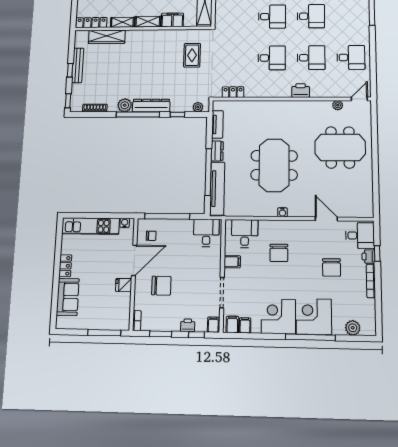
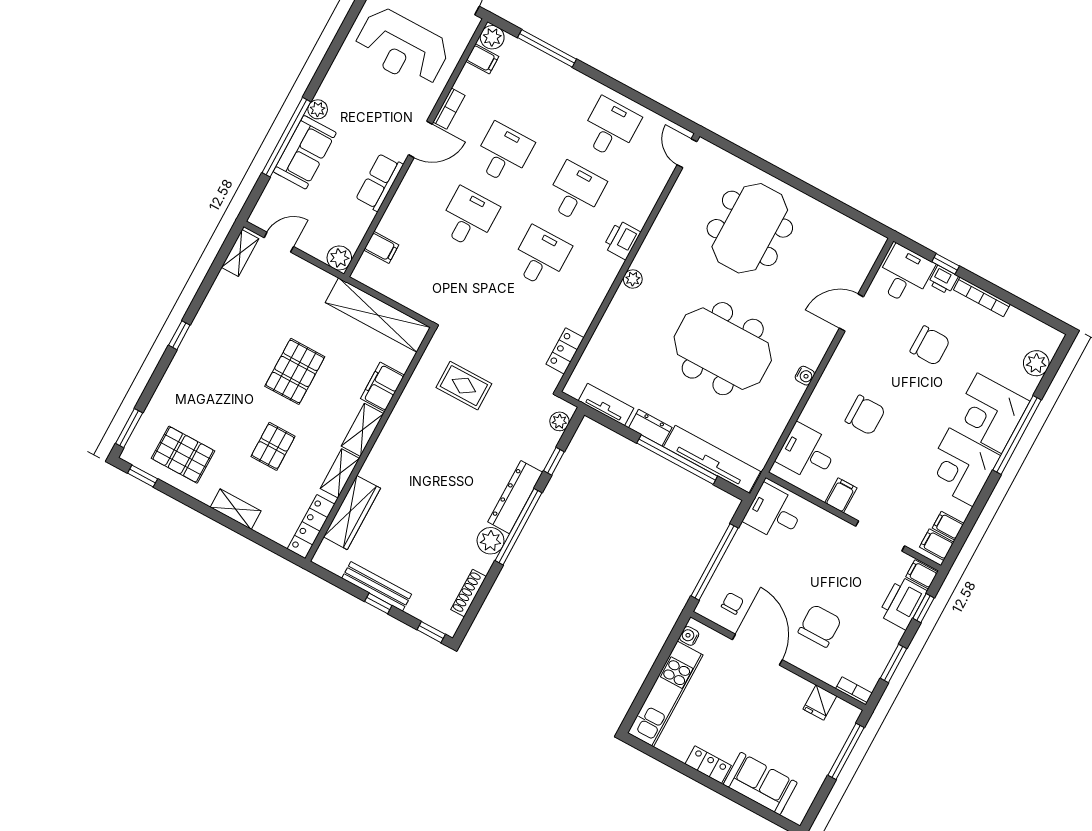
plant: (338, 105) -> (633, 279), moved
fridge: (124, 285) -> (820, 702), moved
printer: (188, 325) -> (903, 603), width x1.87, depth x1.48

